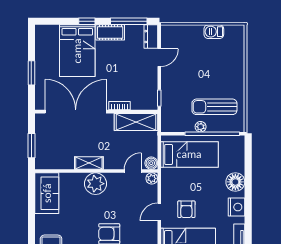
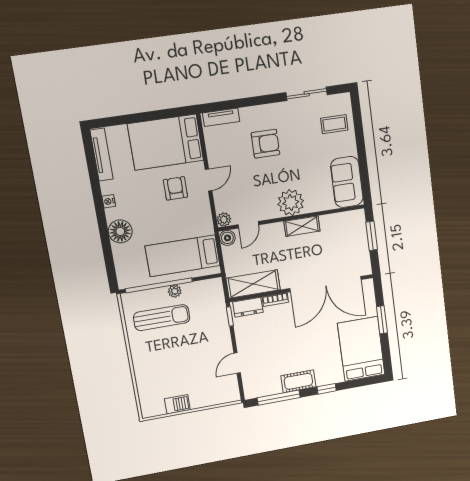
dresser: (151, 37) -> (248, 307), moved, turned 90
bed: (77, 51) -> (361, 349), moved
nightstand: (236, 207) -> (109, 201), width x0.53, depth x0.56

